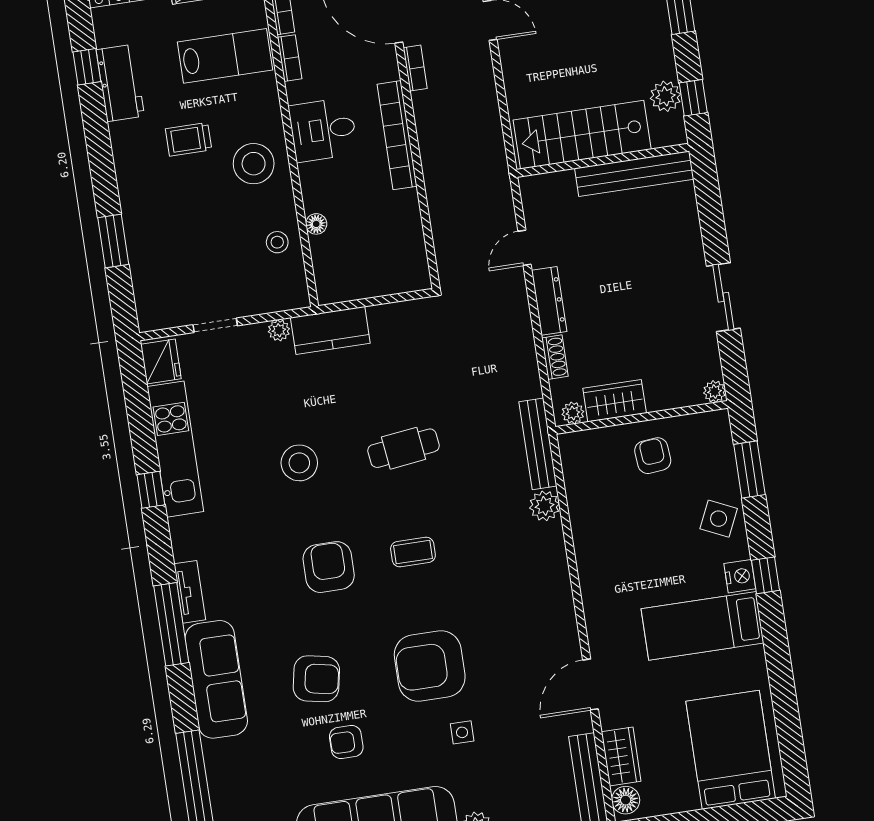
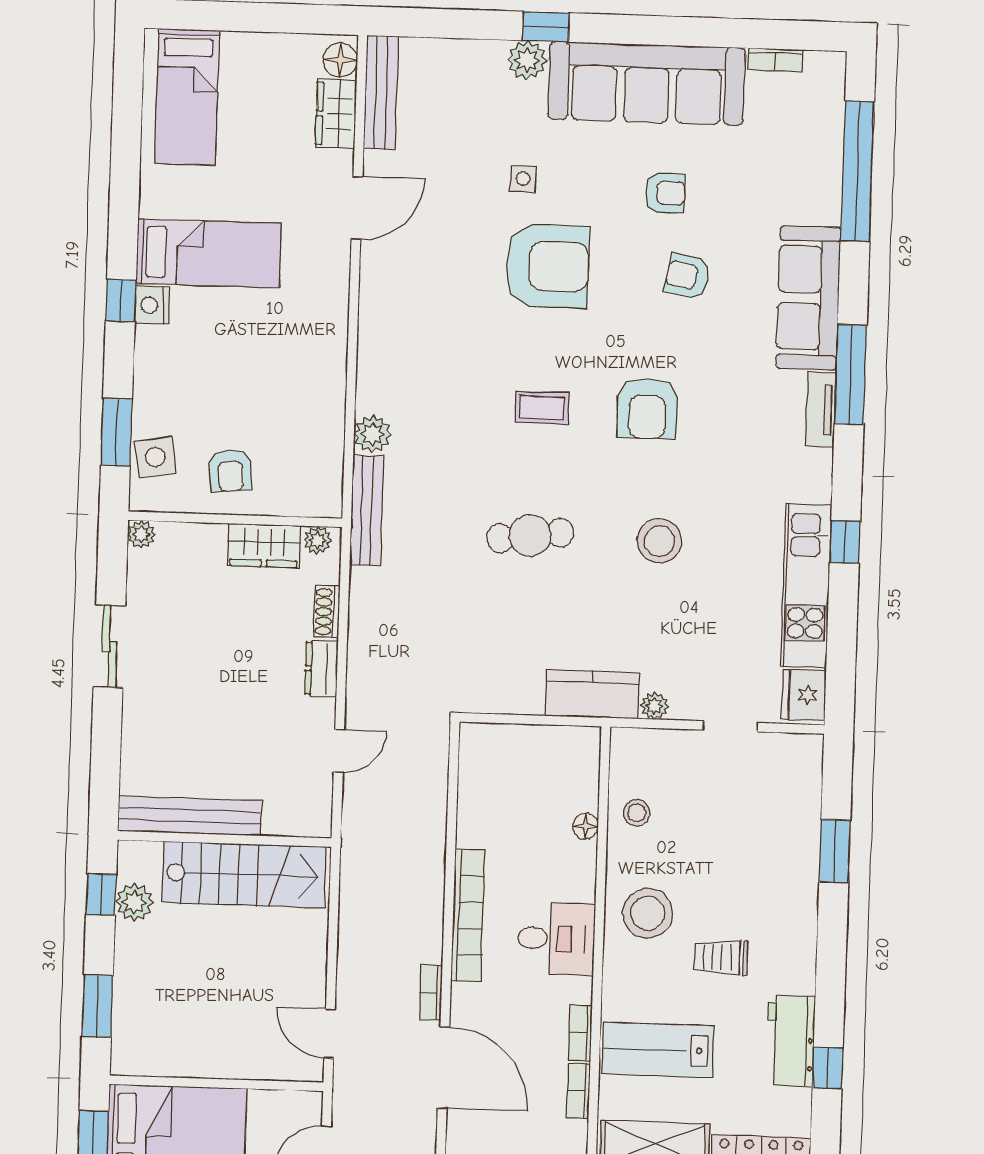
trolley: (189, 139) -> (721, 957), turned 180
dresser: (549, 301) -> (321, 669), width x0.70
side table: (719, 519) -> (155, 457), moved, turned -34
armchair: (316, 679) -> (687, 276), width x0.72, depth x0.72
bed: (731, 750) -> (187, 97), width x0.67

